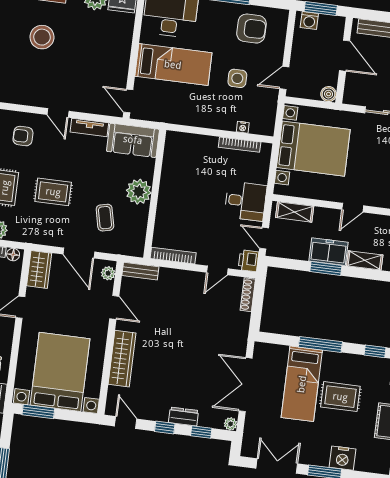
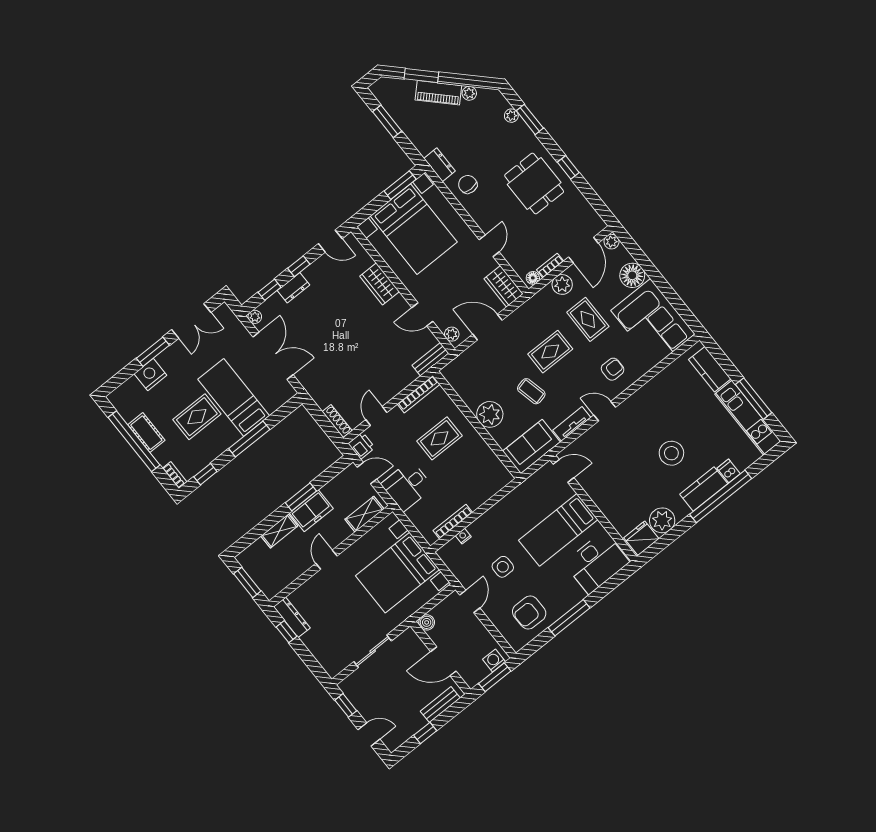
rug: (190, 211) -> (440, 438), added
coffee table: (105, 218) -> (531, 391), moved
wardrobe: (122, 359) -> (380, 284), width x0.67

